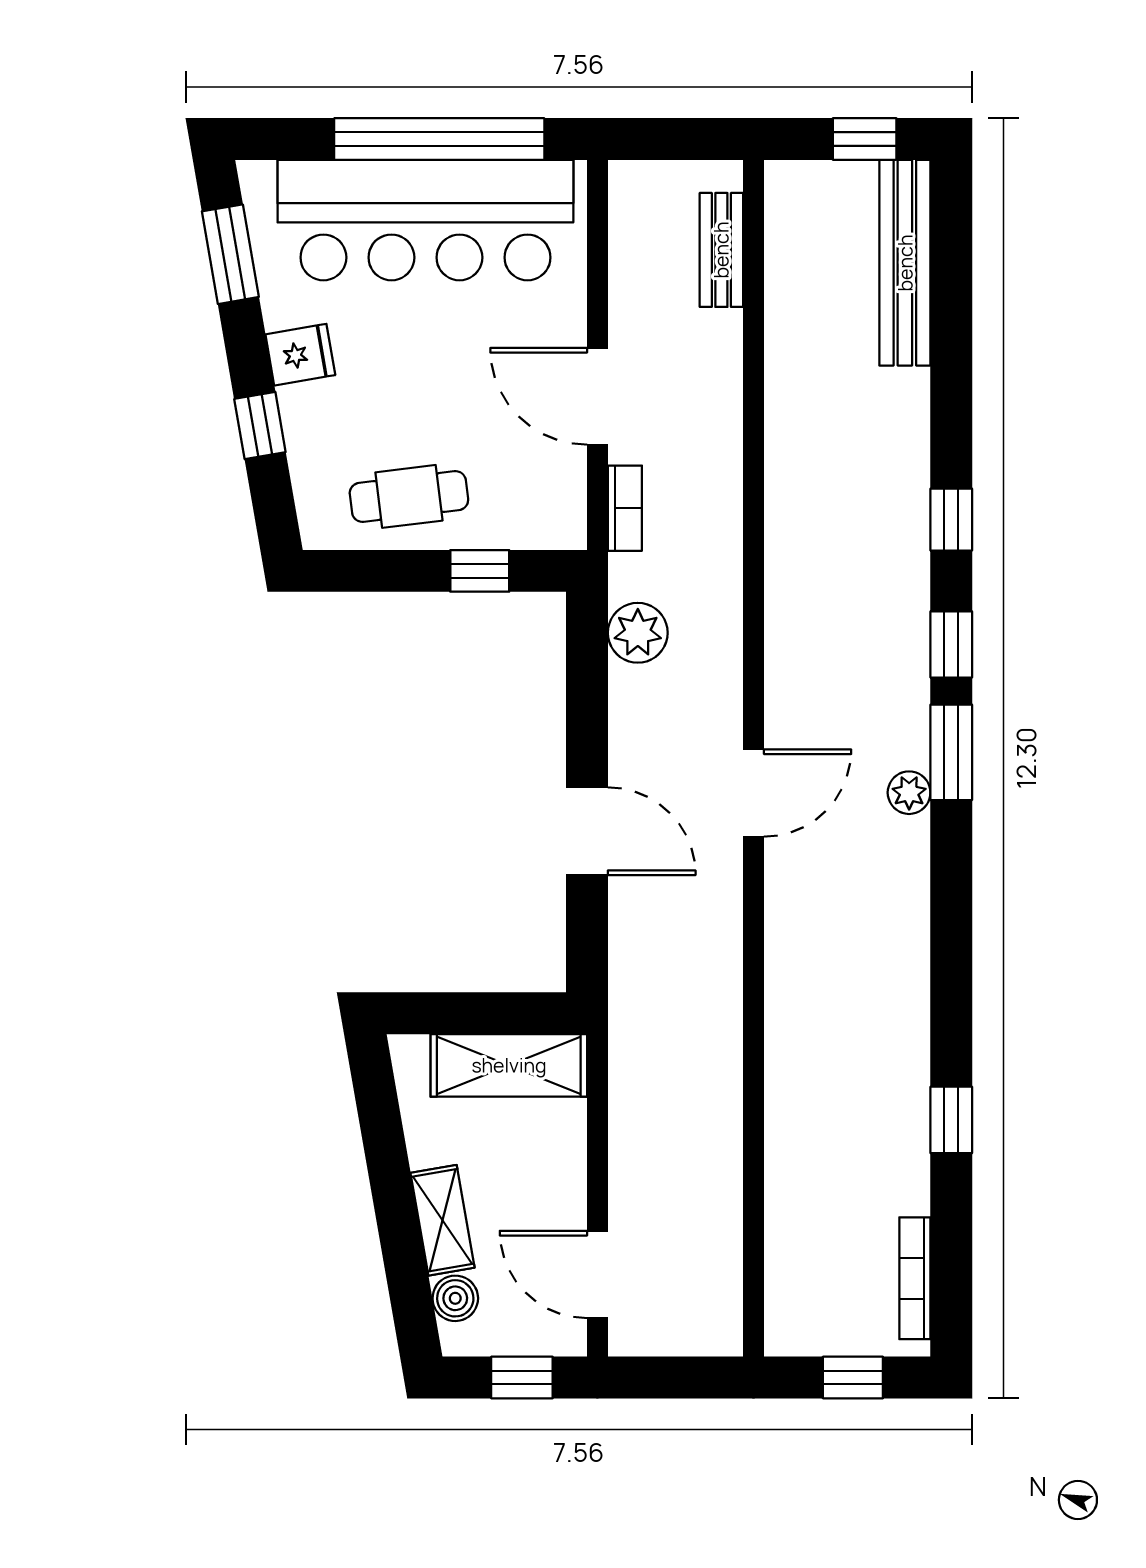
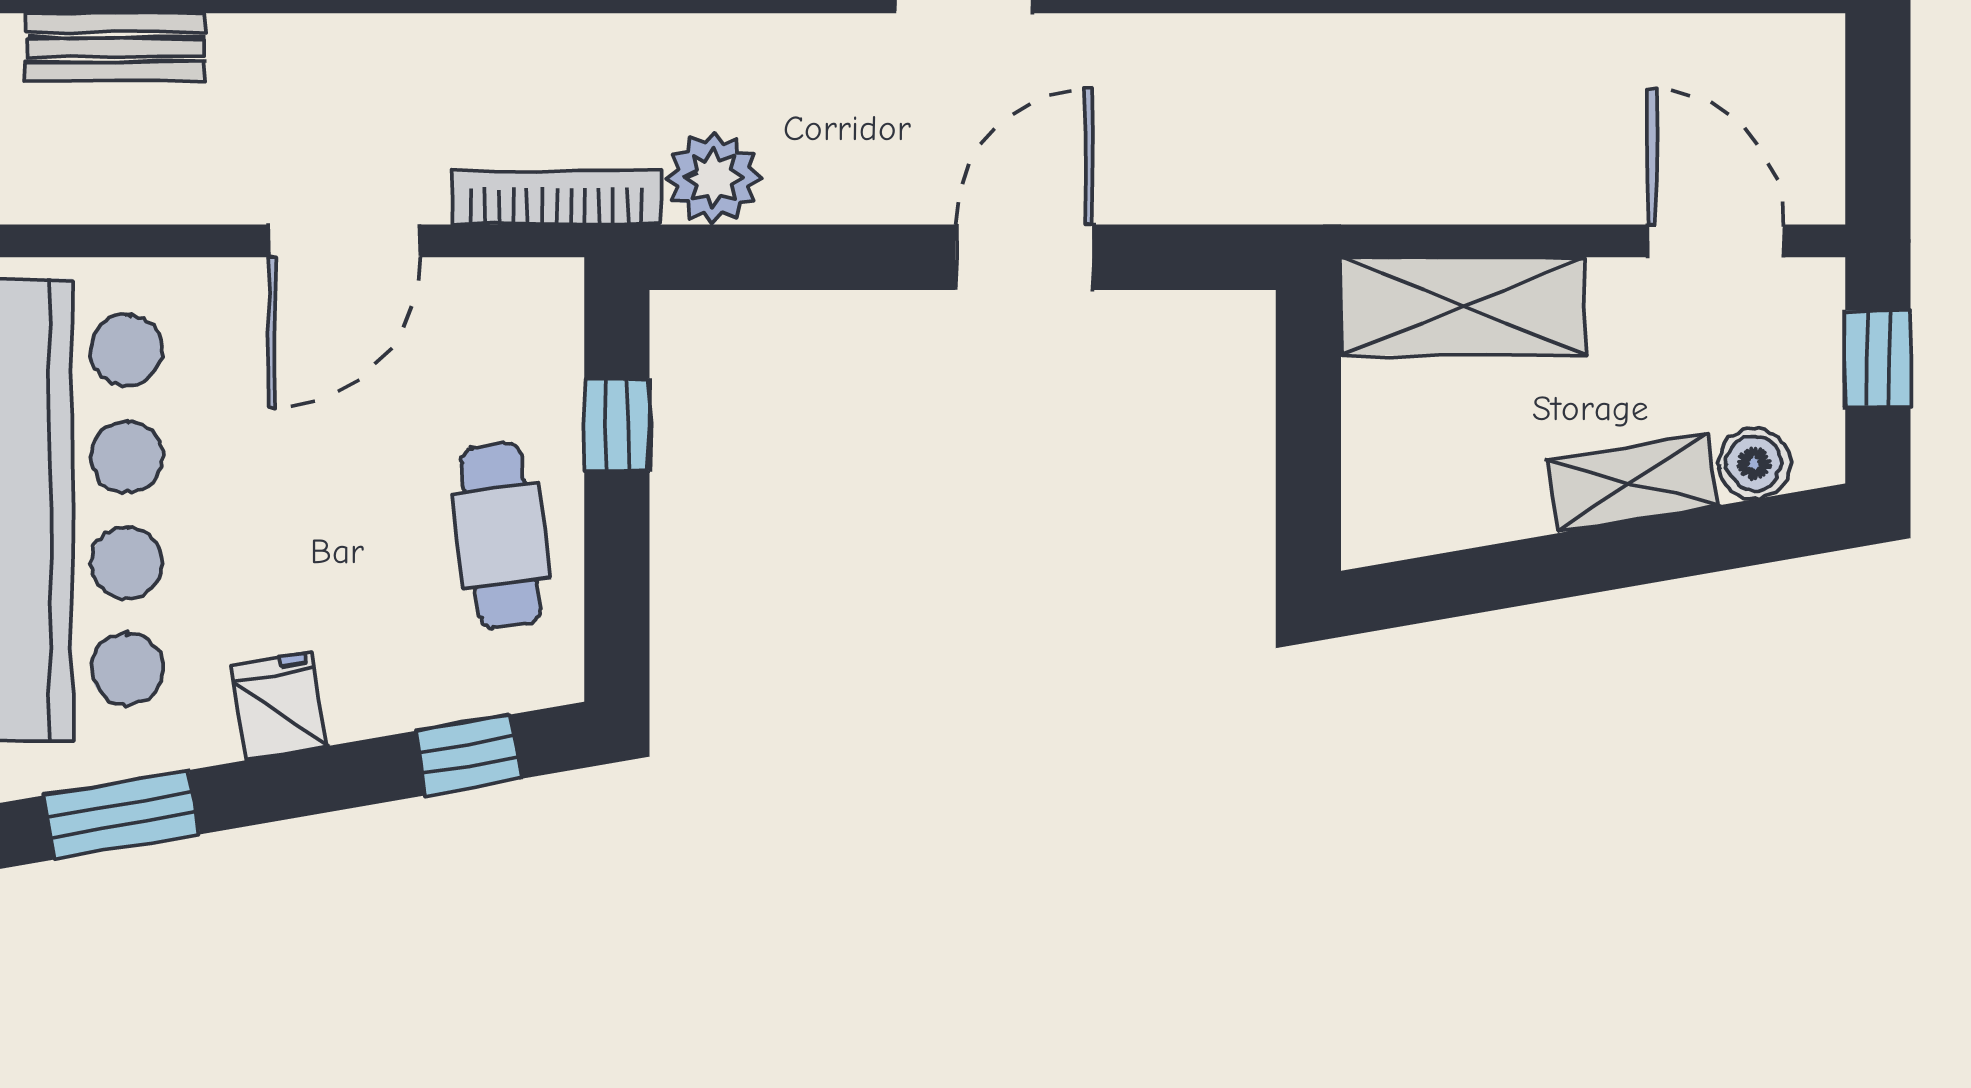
window: (260, 425) -> (468, 755), moved
bookcase: (625, 508) -> (556, 198), width x1.56
shelving: (509, 1065) -> (1463, 306), moved, turned 90
door: (597, 1274) -> (1717, 241), swing flipped

